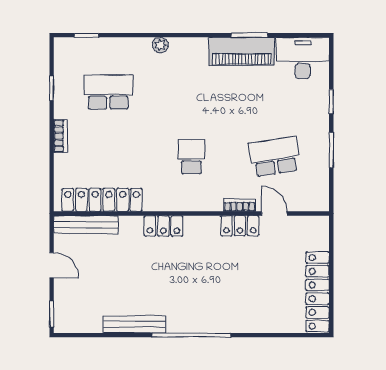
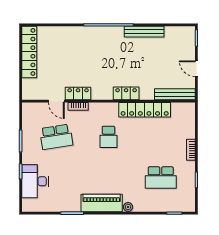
piano: (242, 51) -> (102, 203), moved
desk: (303, 58) -> (35, 181), moved, turned 90
locker: (102, 200) -> (145, 110), moved

